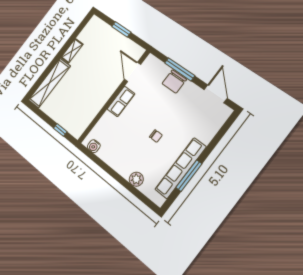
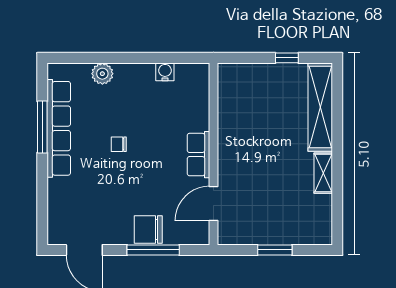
door: (132, 72) -> (213, 203), swing flipped
chair: (174, 81) -> (148, 229), turned -90
window: (60, 130) -> (287, 58), moved
water cooler: (94, 146) -> (165, 72), moved

